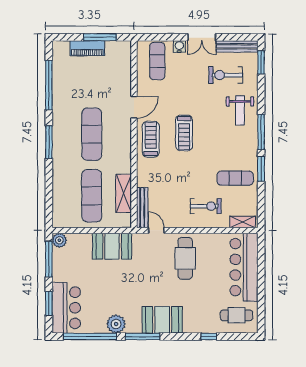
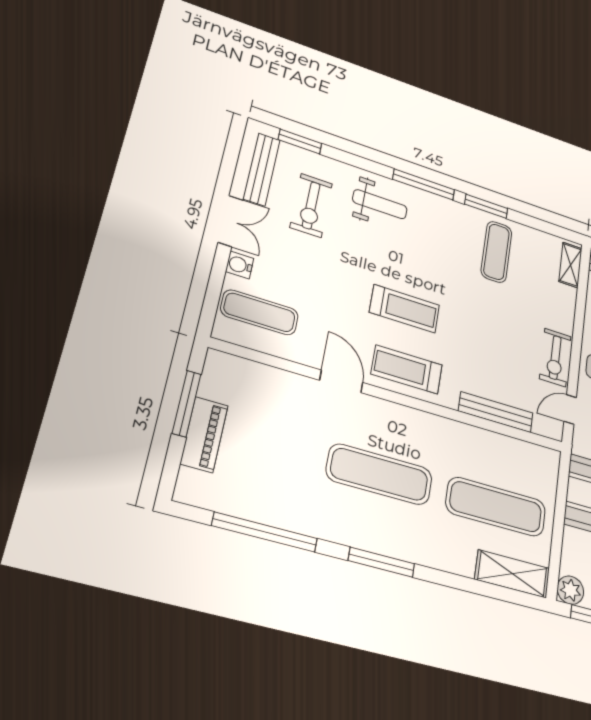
shelving: (124, 193) -> (512, 574), moved
exercise bike: (206, 206) -> (555, 357), moved, turned 180
bench: (142, 208) -> (496, 412), moved

